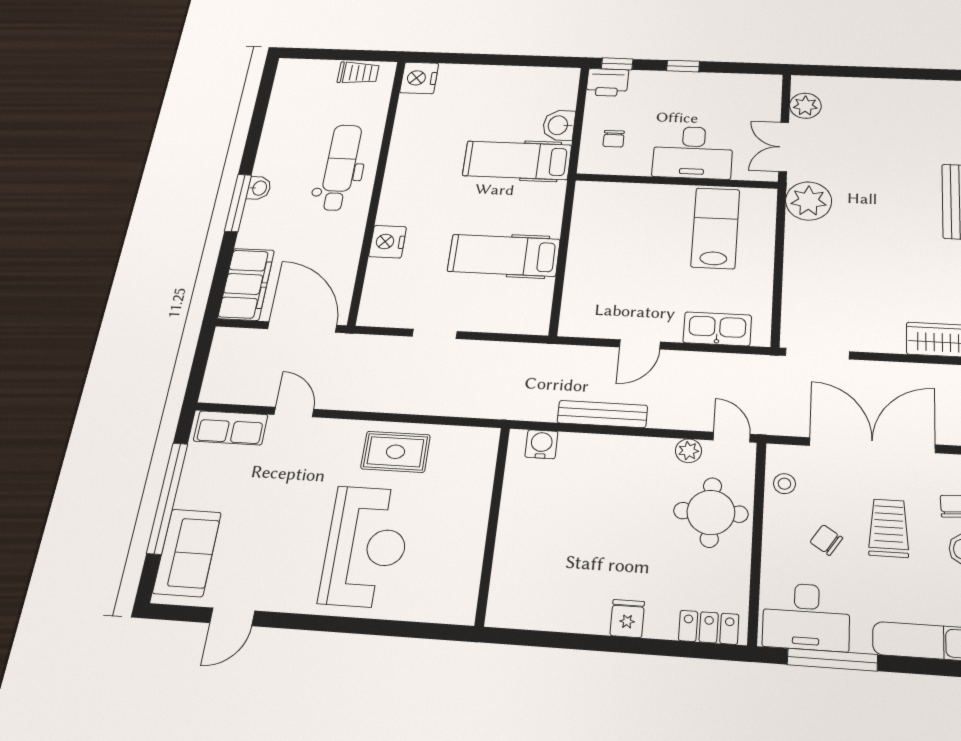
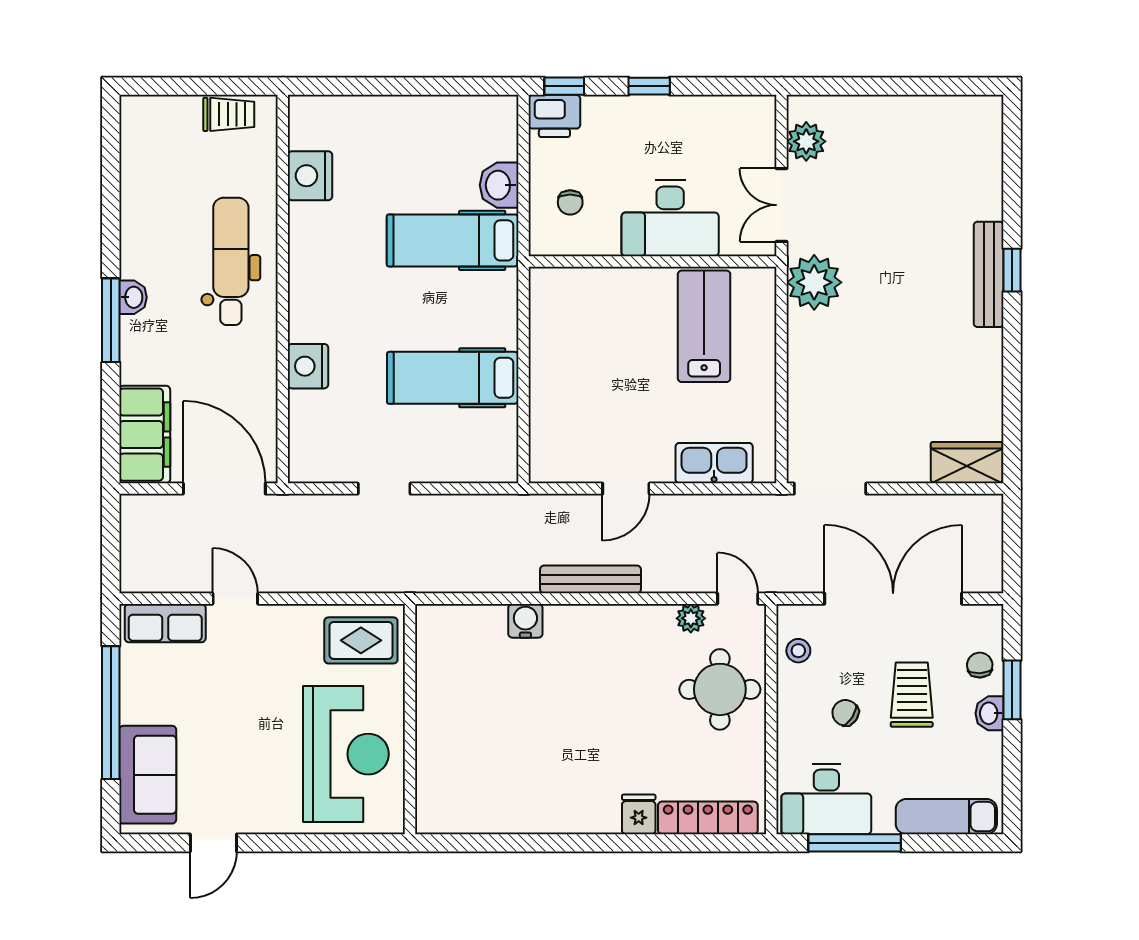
nightstand: (419, 78) -> (310, 176), moved
wall: (493, 524) -> (410, 719), moved
locker: (709, 627) -> (708, 818), width x1.53

